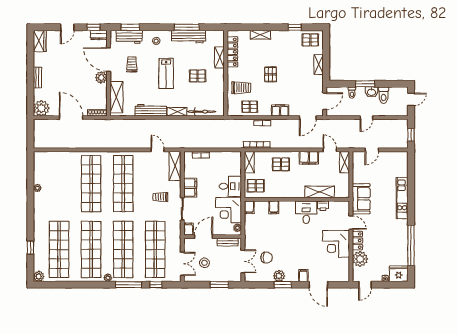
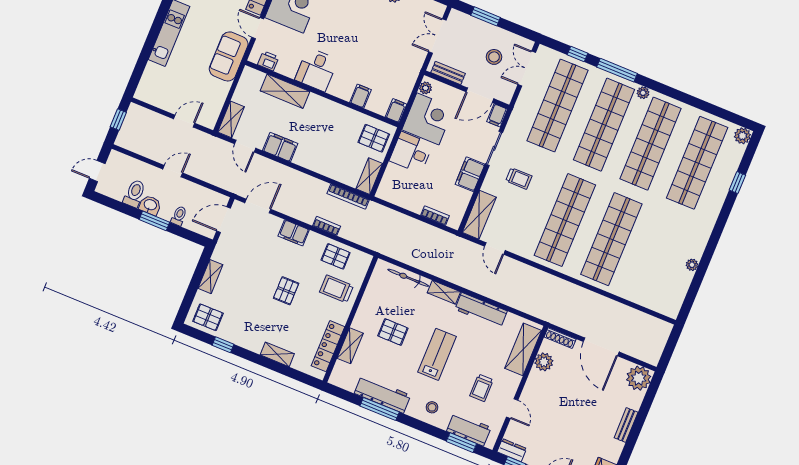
door: (109, 60) -> (512, 409), width x0.53
plant: (101, 77) -> (544, 362), moved
pallet: (281, 164) -> (325, 154), removed
printer: (323, 206) -> (268, 61), moved
chair: (267, 258) -> (401, 28), removed

